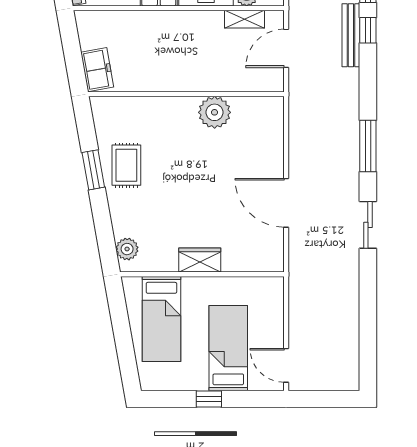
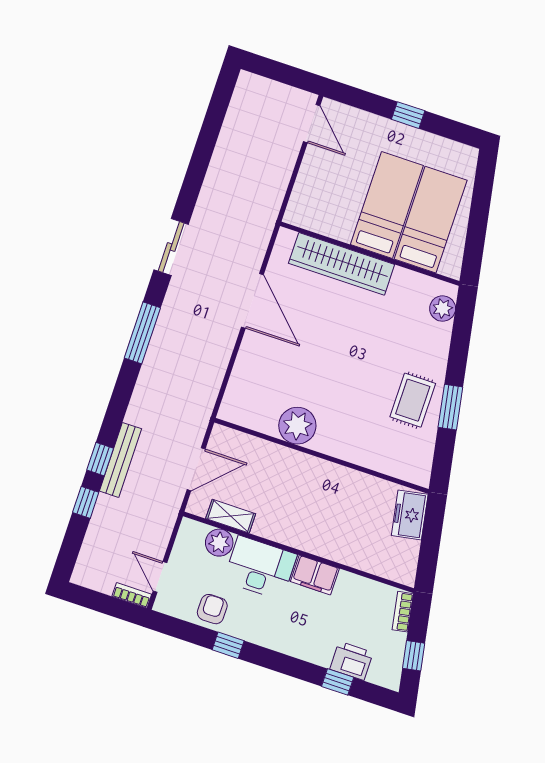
wardrobe: (200, 260) -> (342, 264), width x2.10, depth x1.17
bed: (228, 348) -> (387, 205), moved, turned 180

